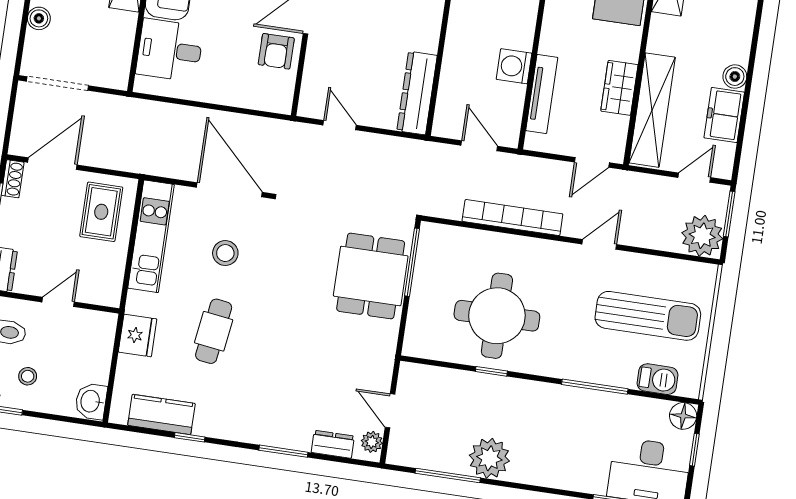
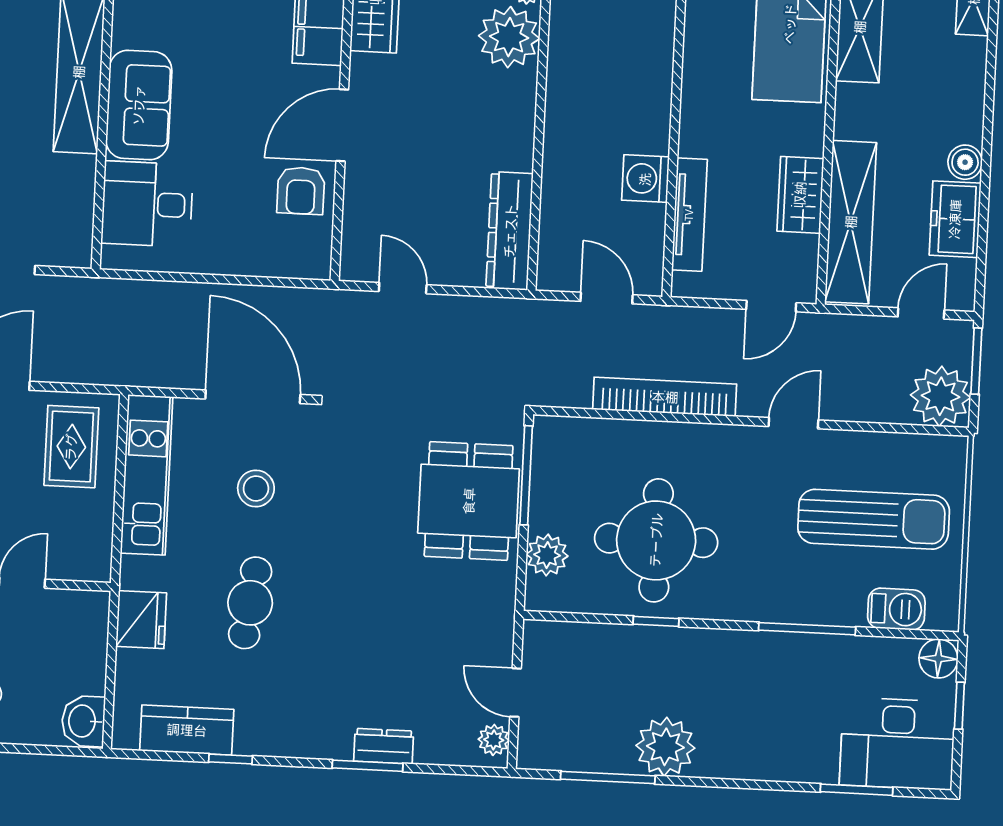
plant: (421, 318) -> (547, 555), added
dresser: (333, 444) -> (384, 746), moved

